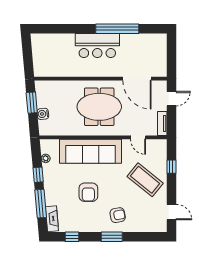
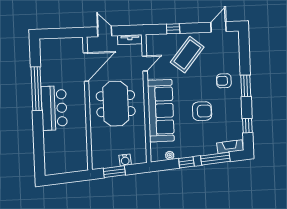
armchair: (118, 215) -> (224, 81), turned -80

